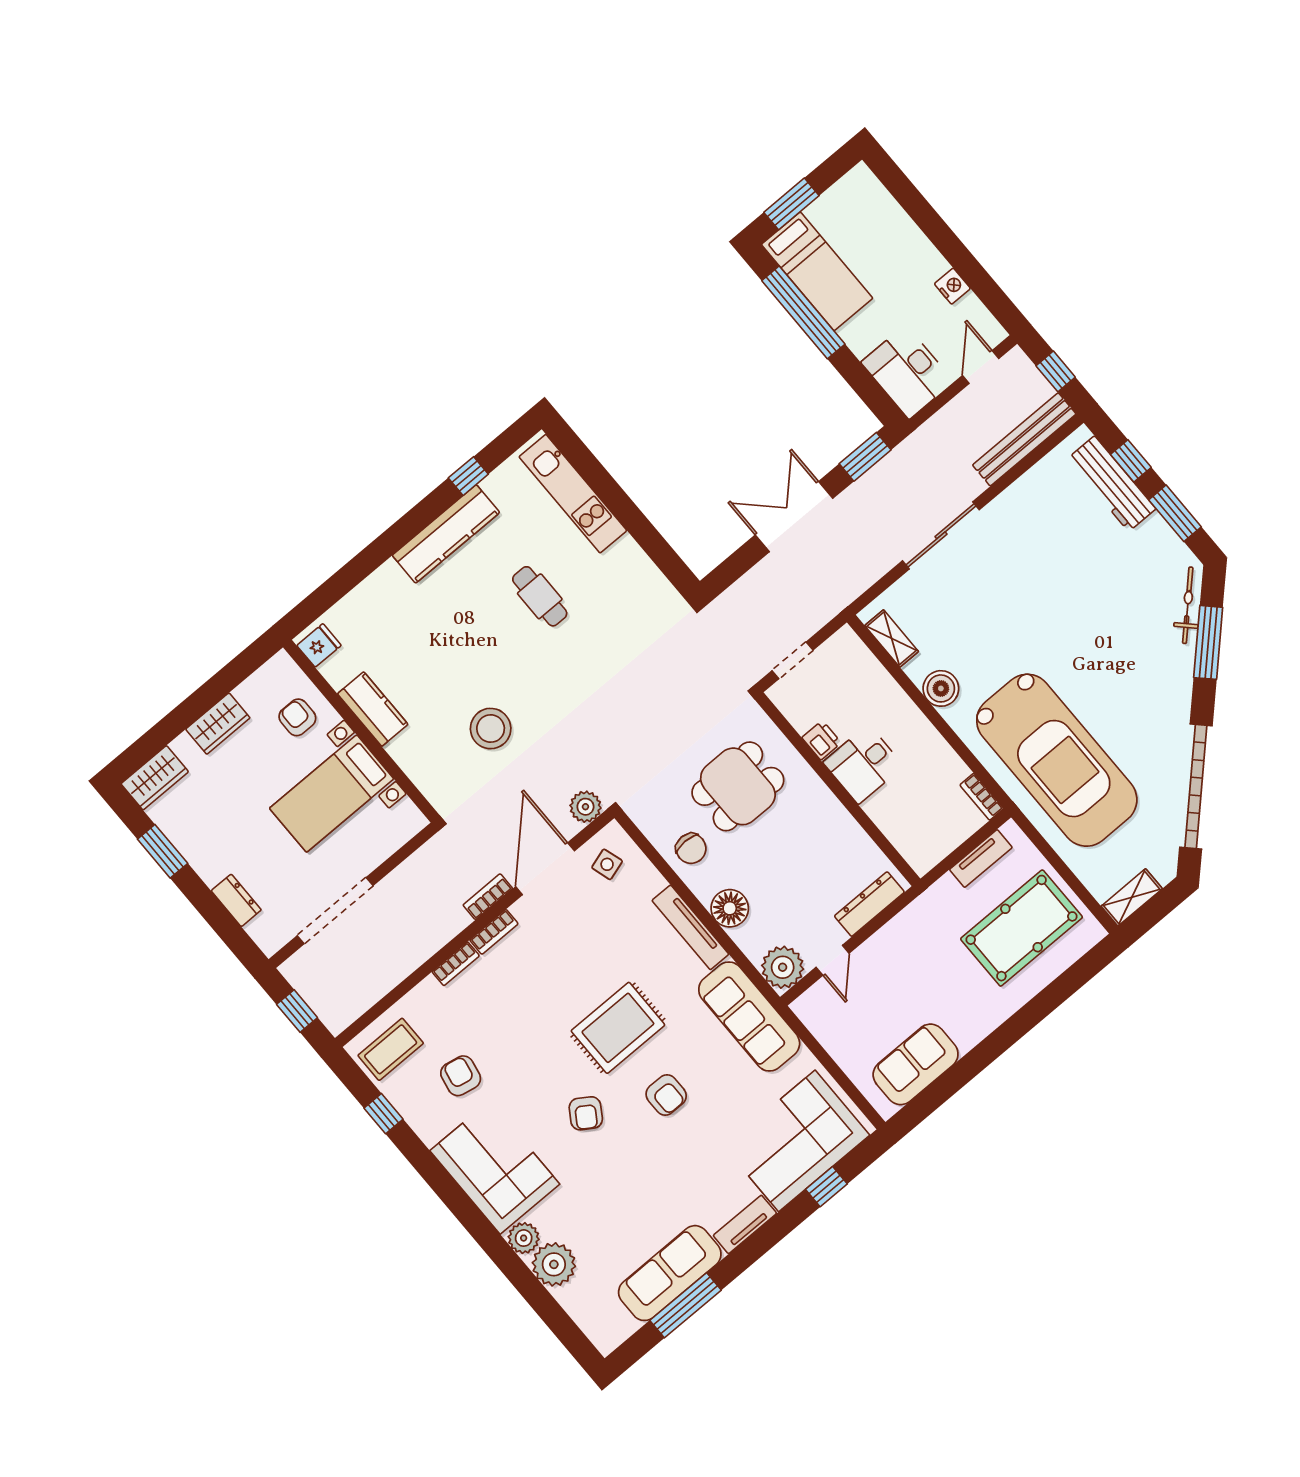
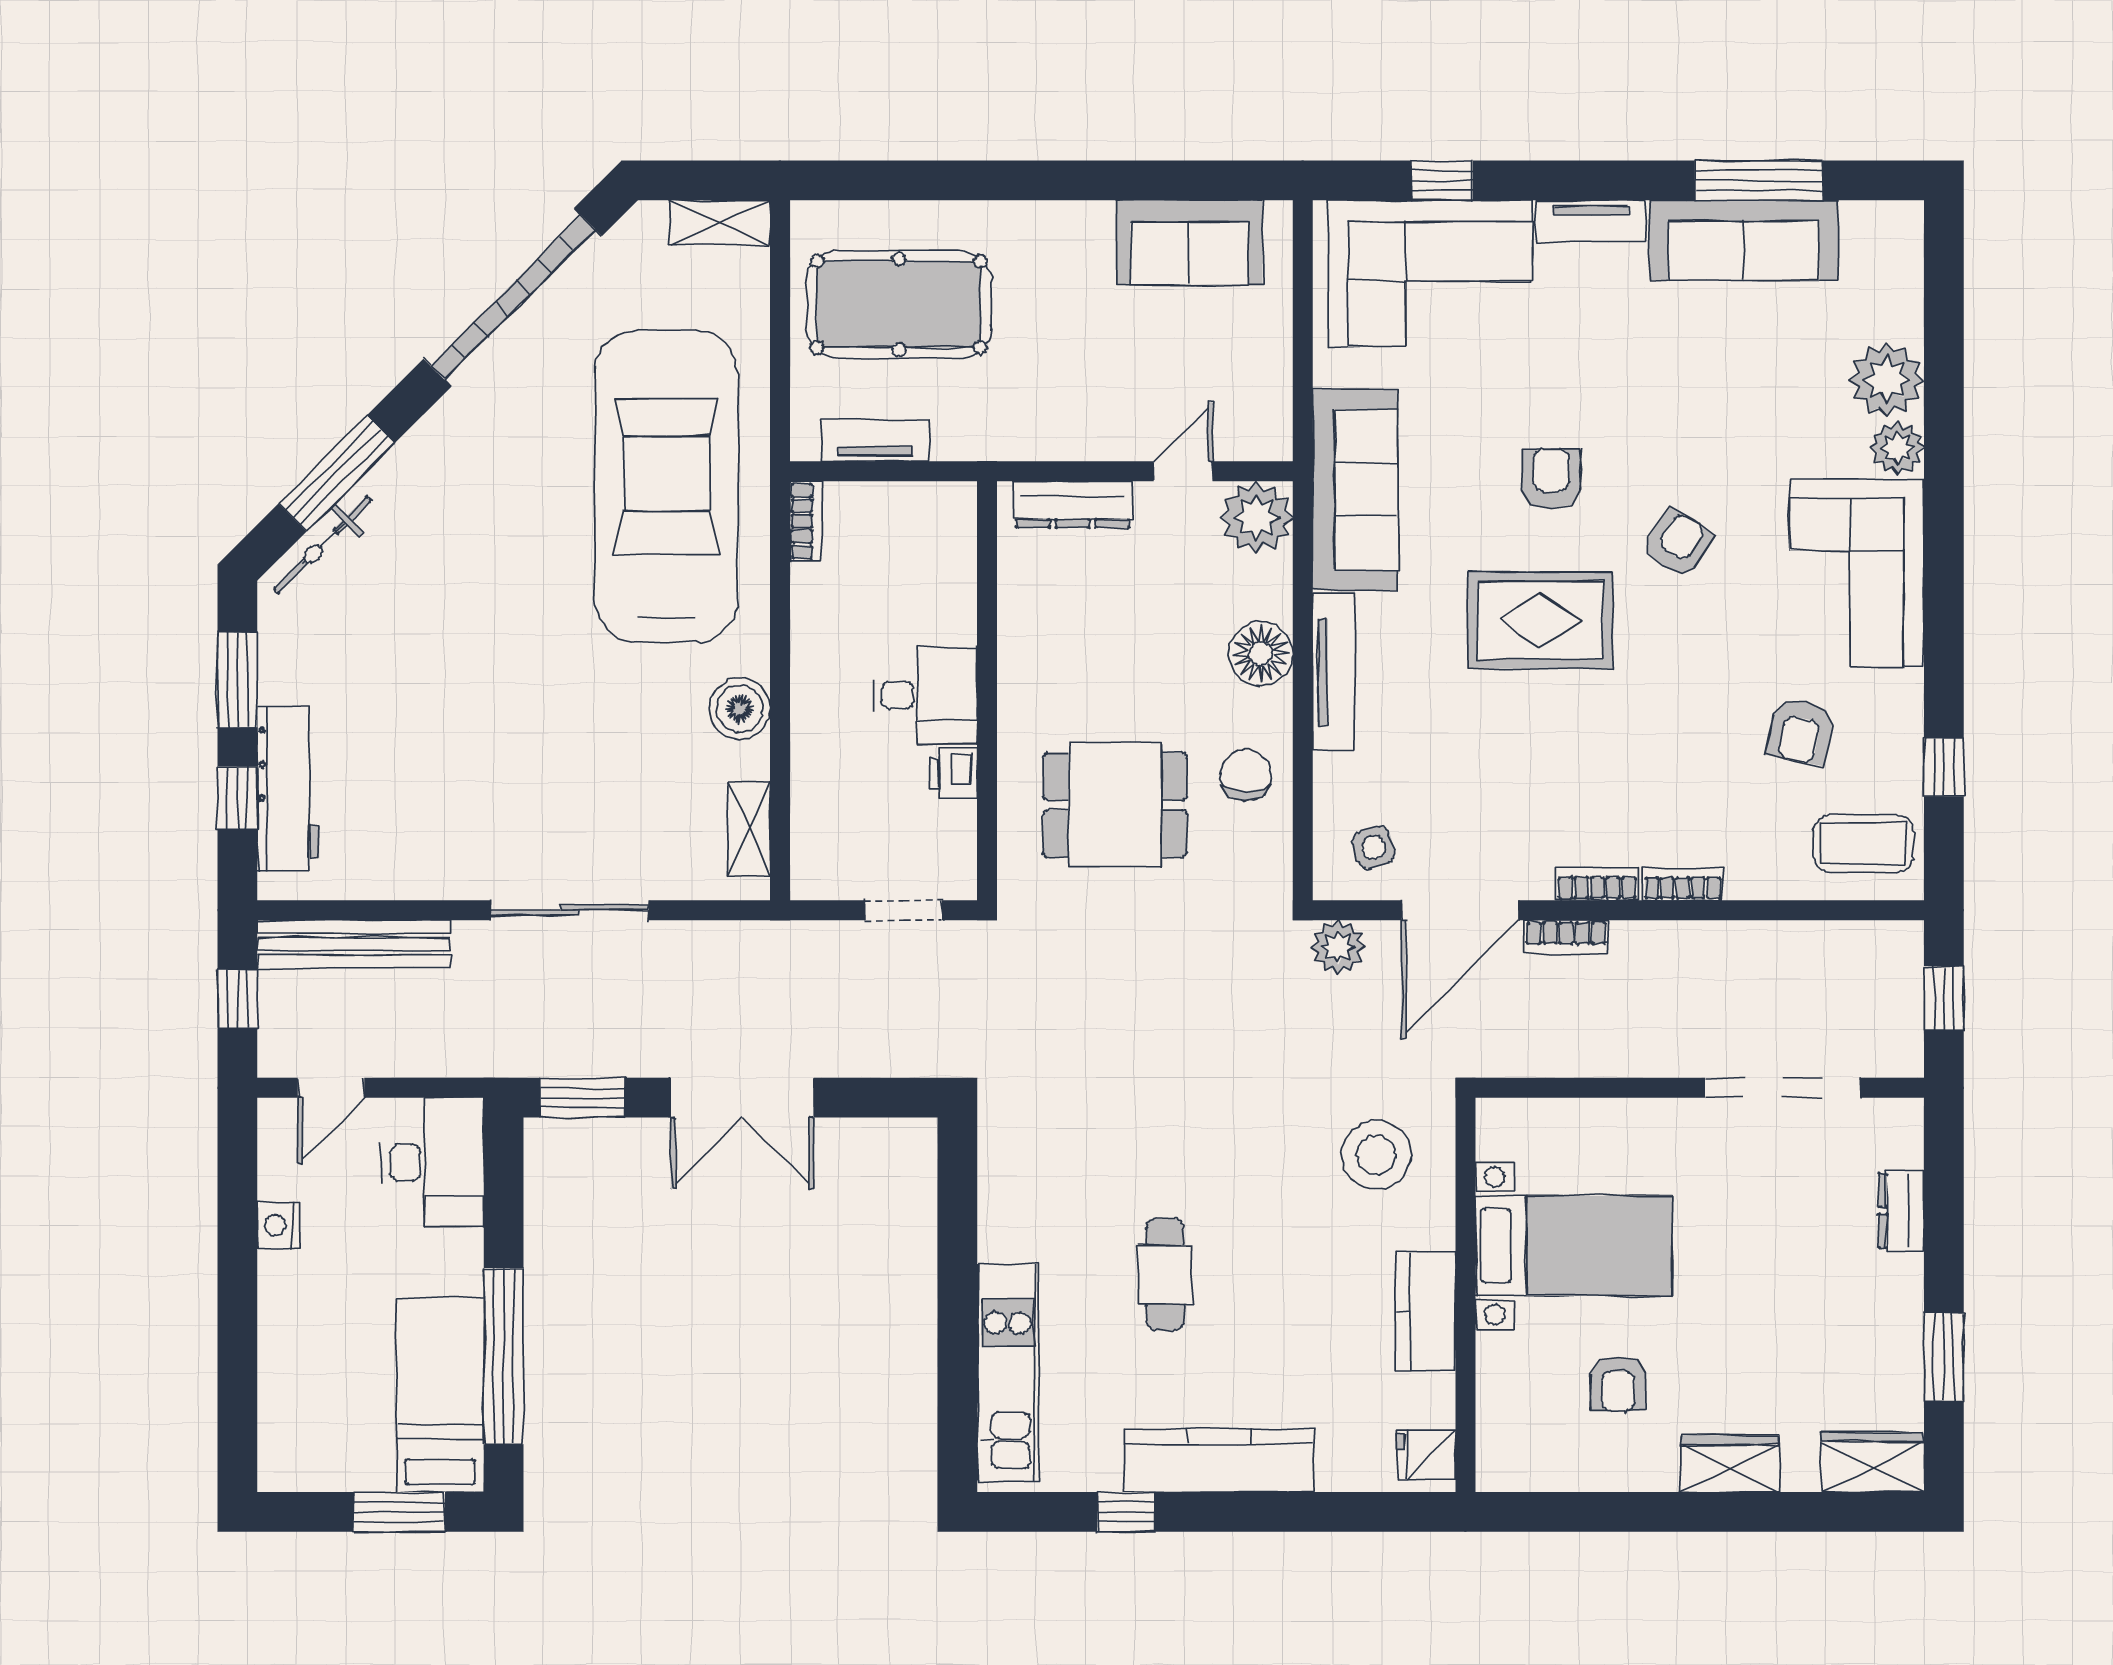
fridge: (319, 645) -> (1426, 1455), moved
kitchen counter: (373, 709) -> (1426, 1311), moved
wall: (361, 731) -> (1465, 1295), moved
bed with nightstands: (332, 794) -> (1574, 1246), moved

